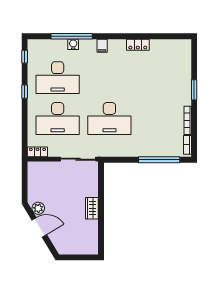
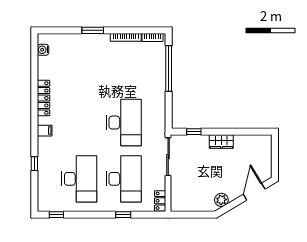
window: (72, 36) -> (34, 164), width x0.32
water cooler: (73, 44) -> (43, 50), moved
locker: (138, 45) -> (44, 98), width x1.53
window: (25, 92) -> (123, 215), moved
window: (101, 183) -> (194, 132), added
door: (39, 227) -> (254, 192), moved

